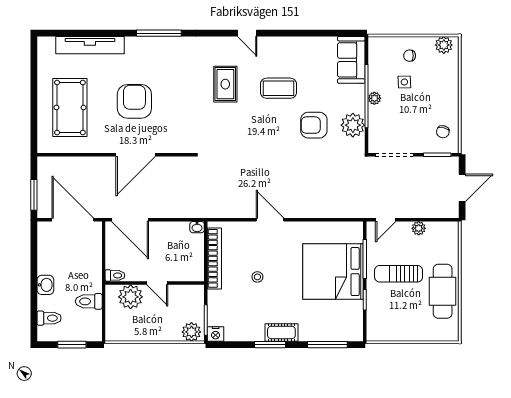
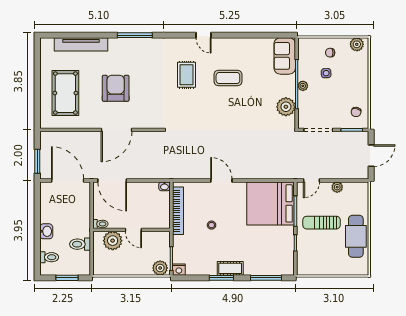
armchair: (314, 125) -> (256, 107), removed
bed: (333, 272) -> (270, 203), moved

